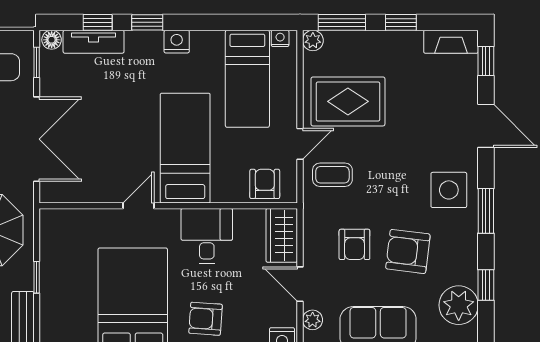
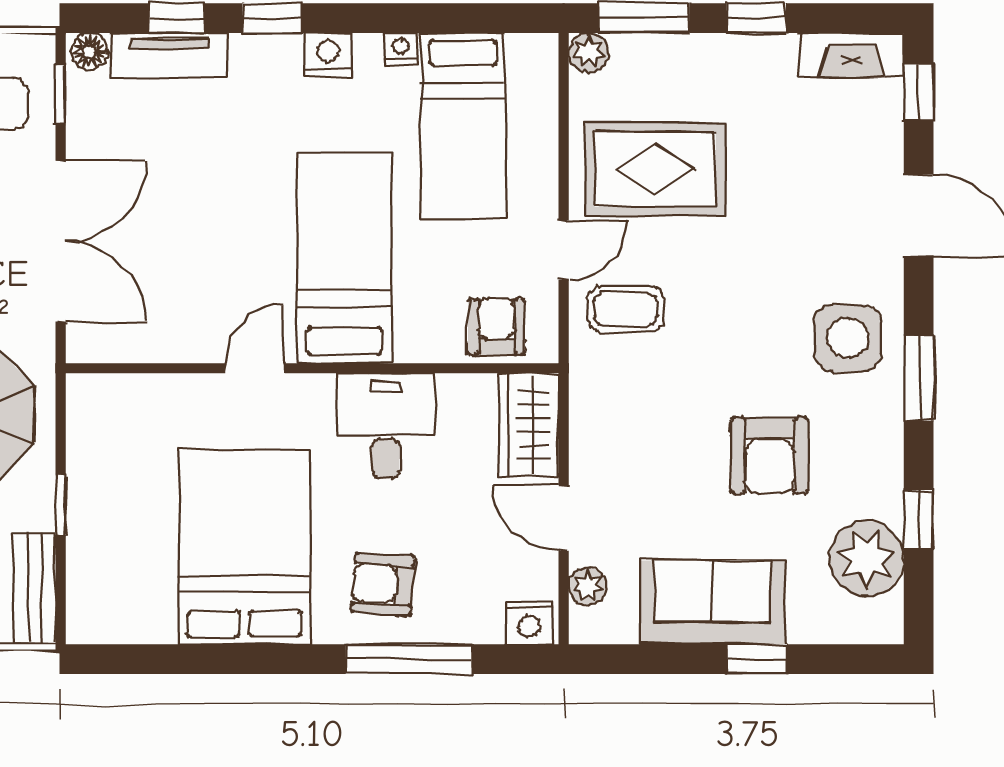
nightstand: (280, 38) -> (401, 49), moved
armchair: (354, 244) -> (668, 442), removed
armchair: (408, 251) -> (770, 456), turned -97

